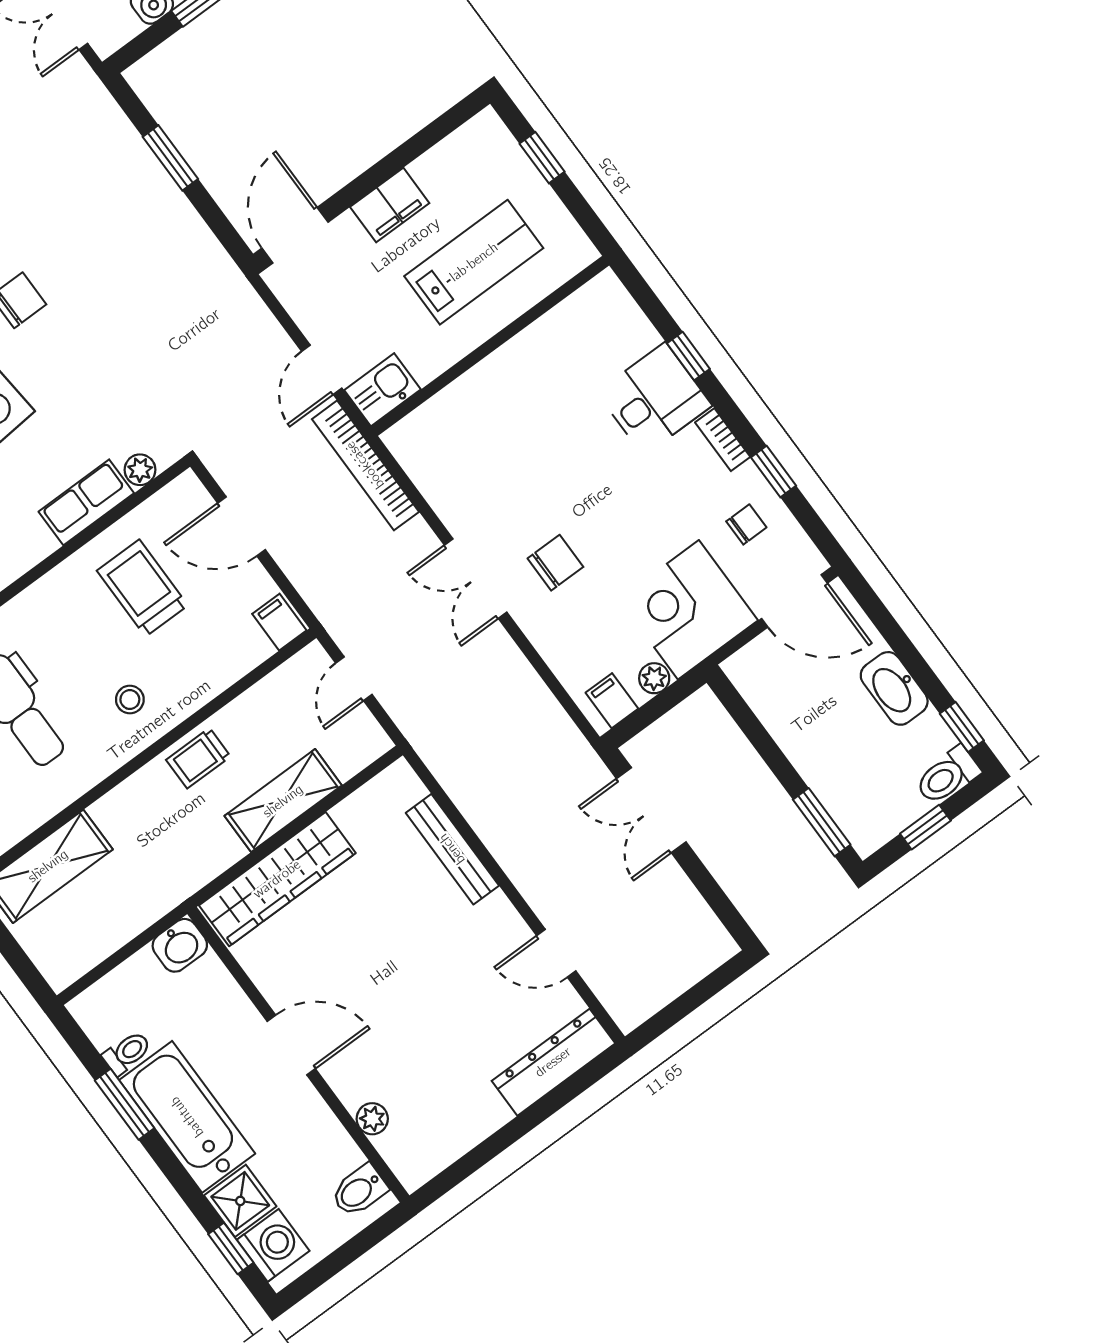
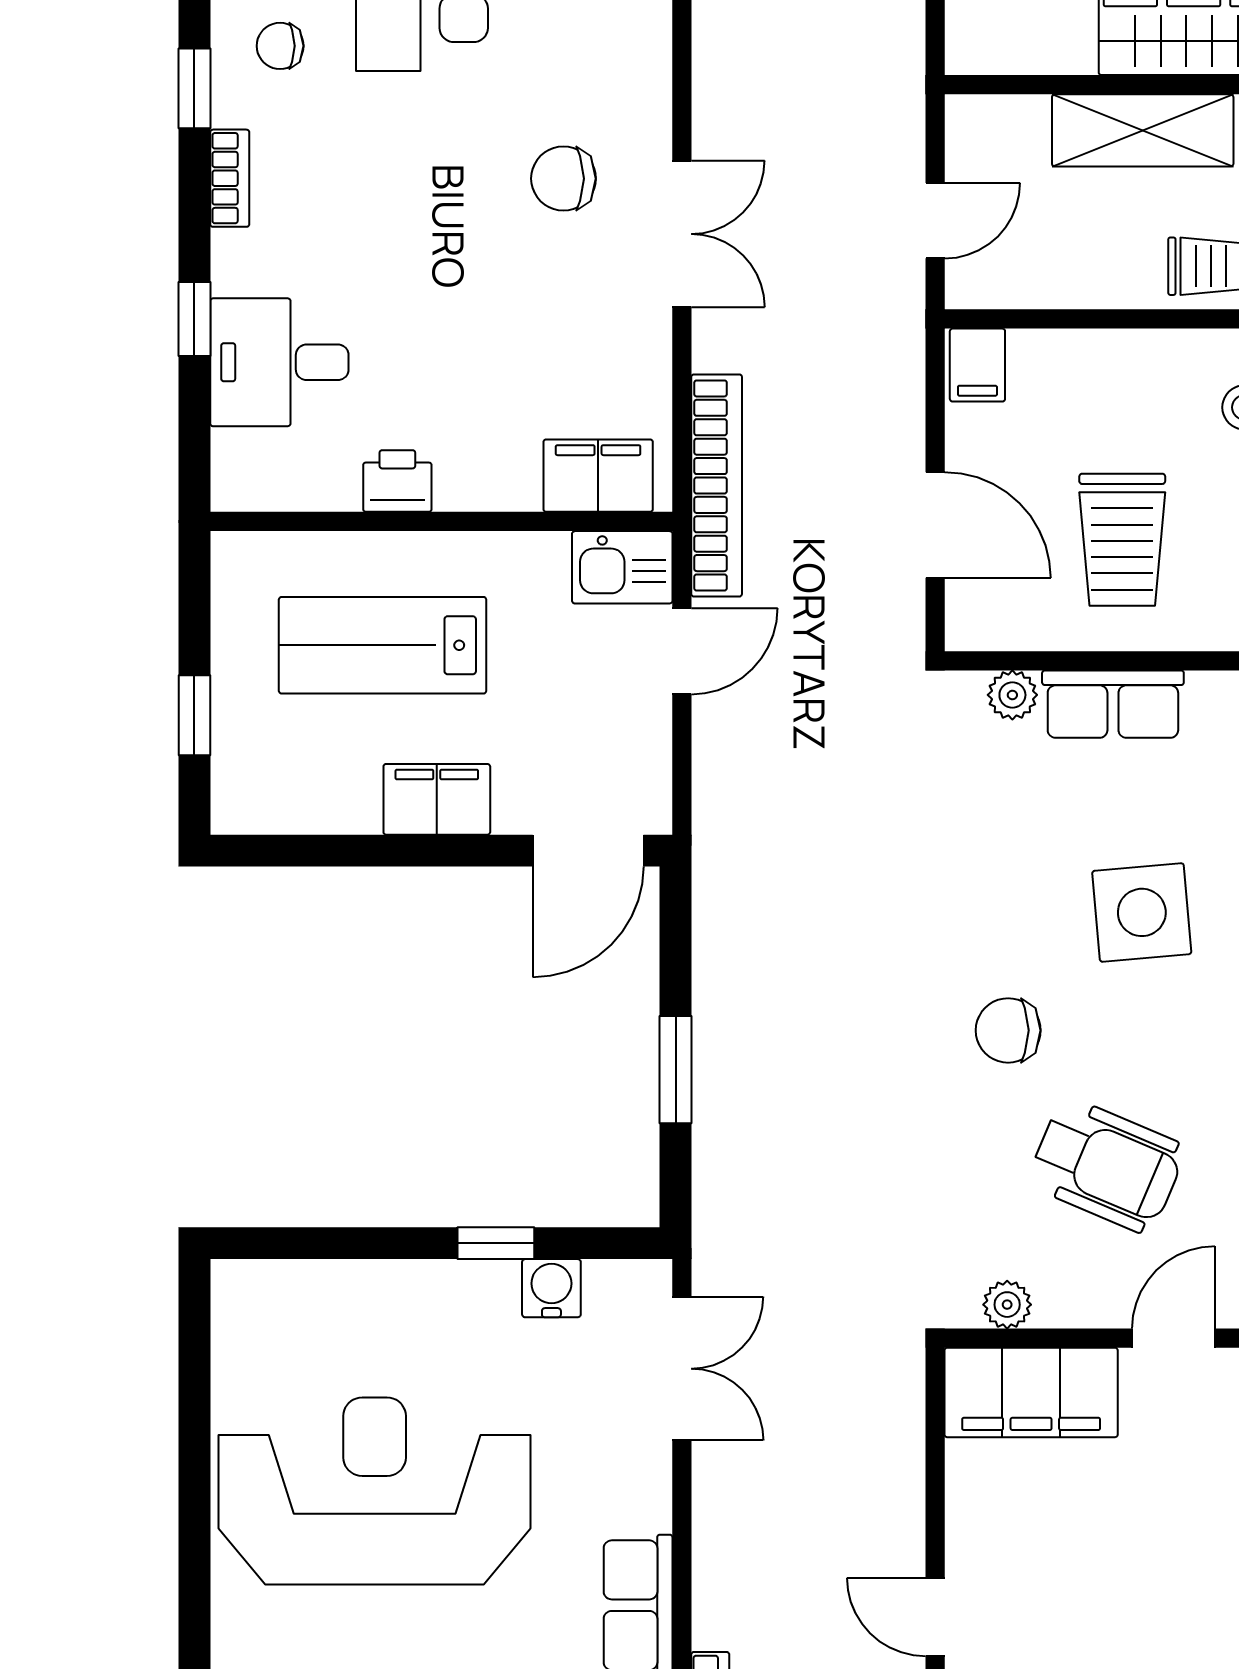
printer: (527, 350) -> (397, 481), added
desk: (654, 399) -> (279, 362), moved
filing cabinet: (428, 427) -> (598, 476), added

